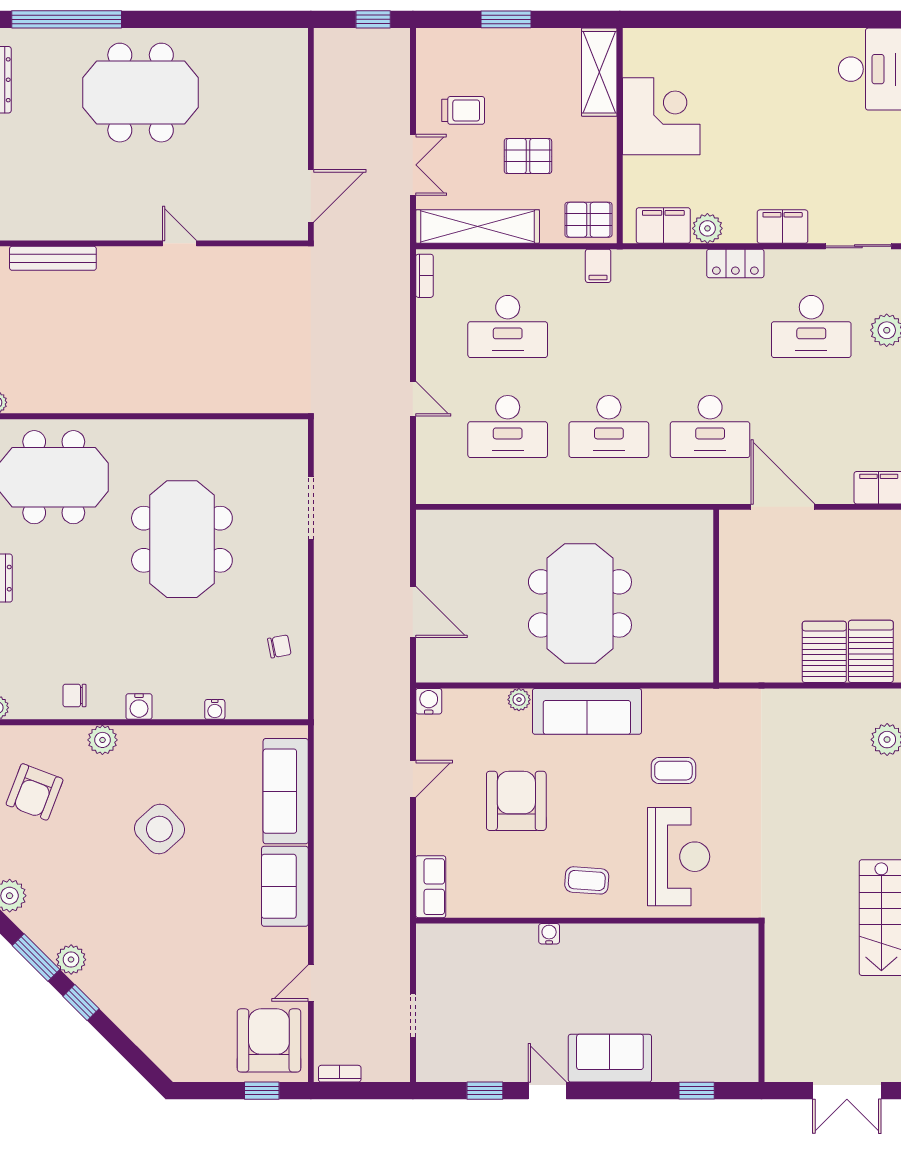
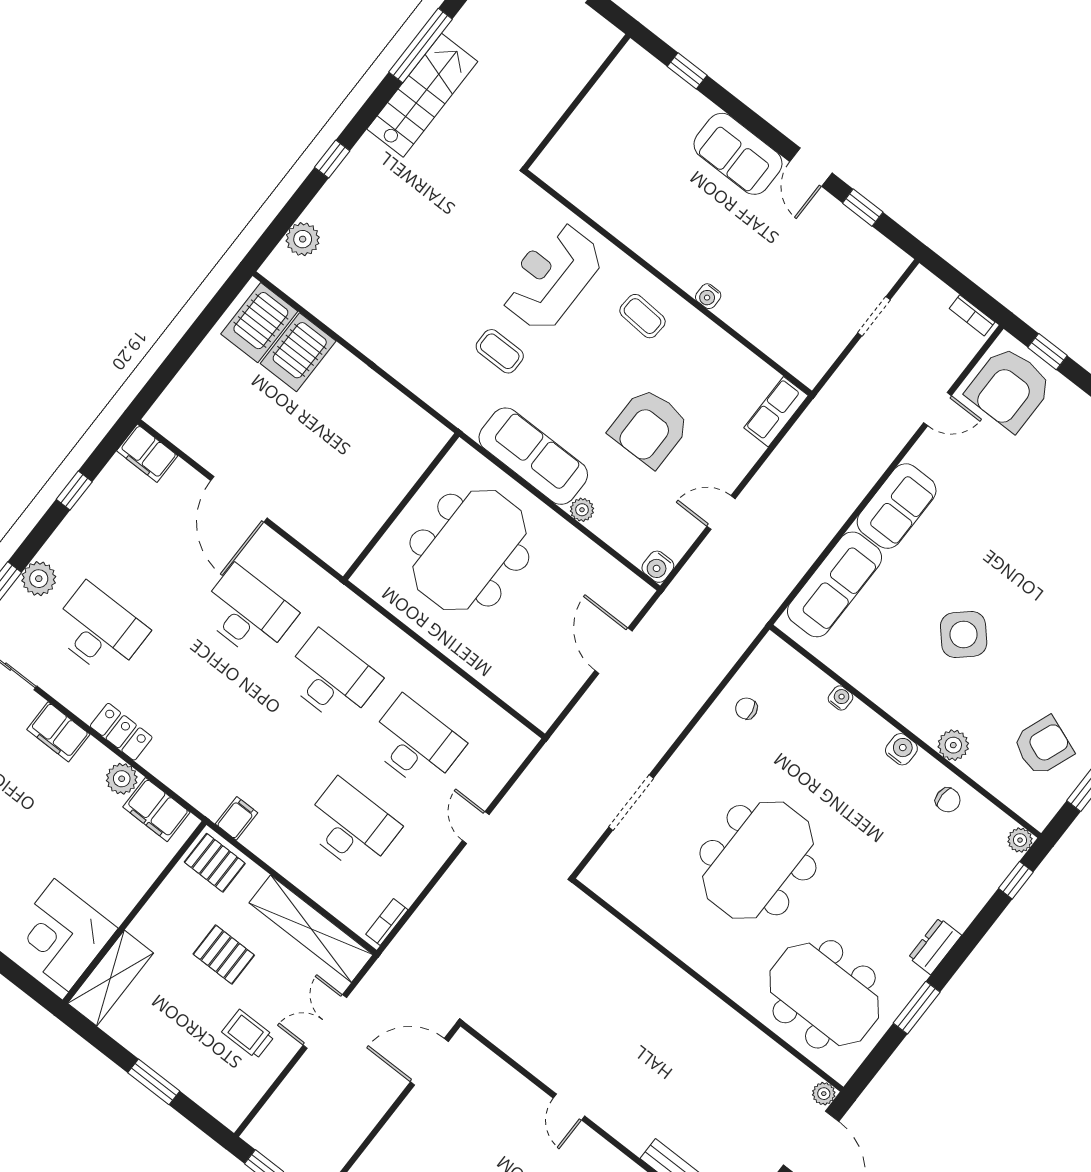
corner desk: (661, 116) -> (61, 935), moved
wall: (716, 596) -> (401, 507), moved

